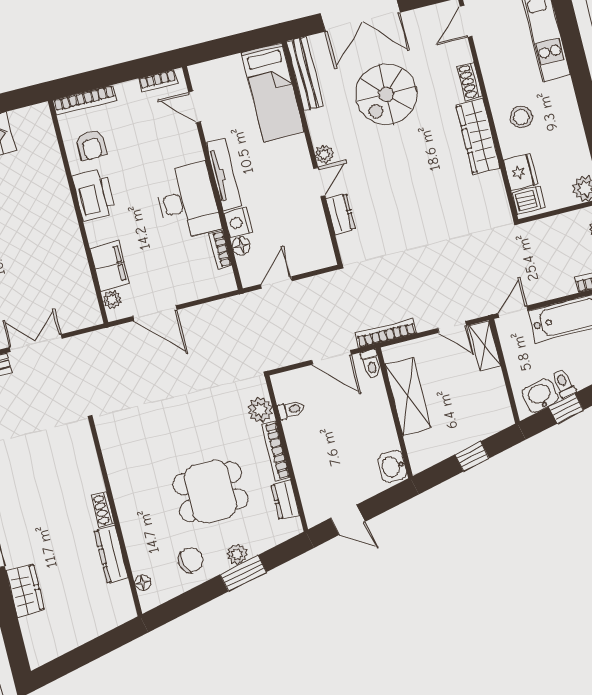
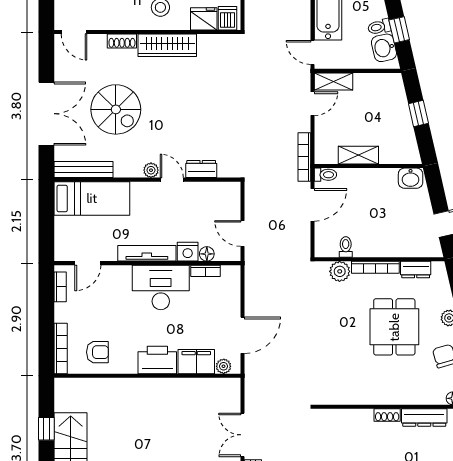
printer: (94, 195) -> (157, 360), moved
shelving: (408, 396) -> (358, 155), width x0.67, depth x0.75

